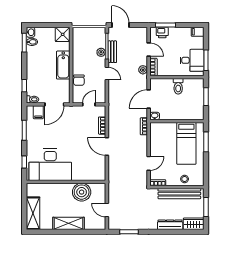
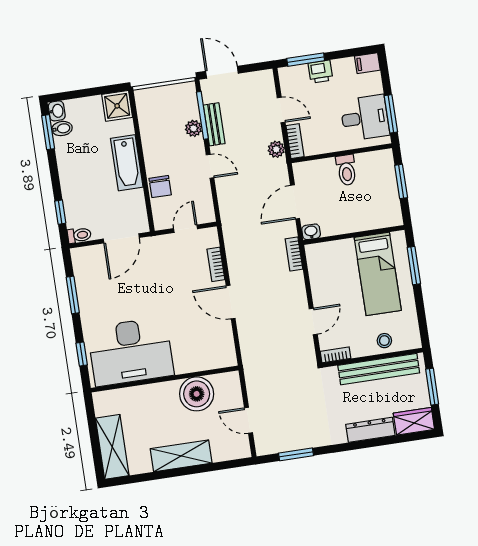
printer: (162, 33) -> (320, 72), moved
filing cabinet: (38, 112) -> (94, 257), removed

